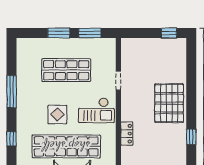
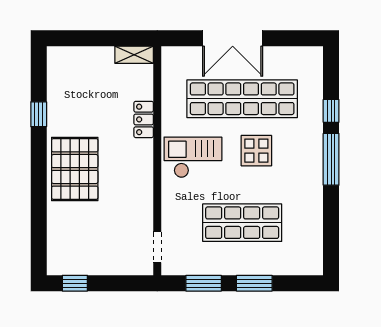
doorway: (118, 81) -> (157, 247), moved
window: (12, 92) -> (331, 159), moved

